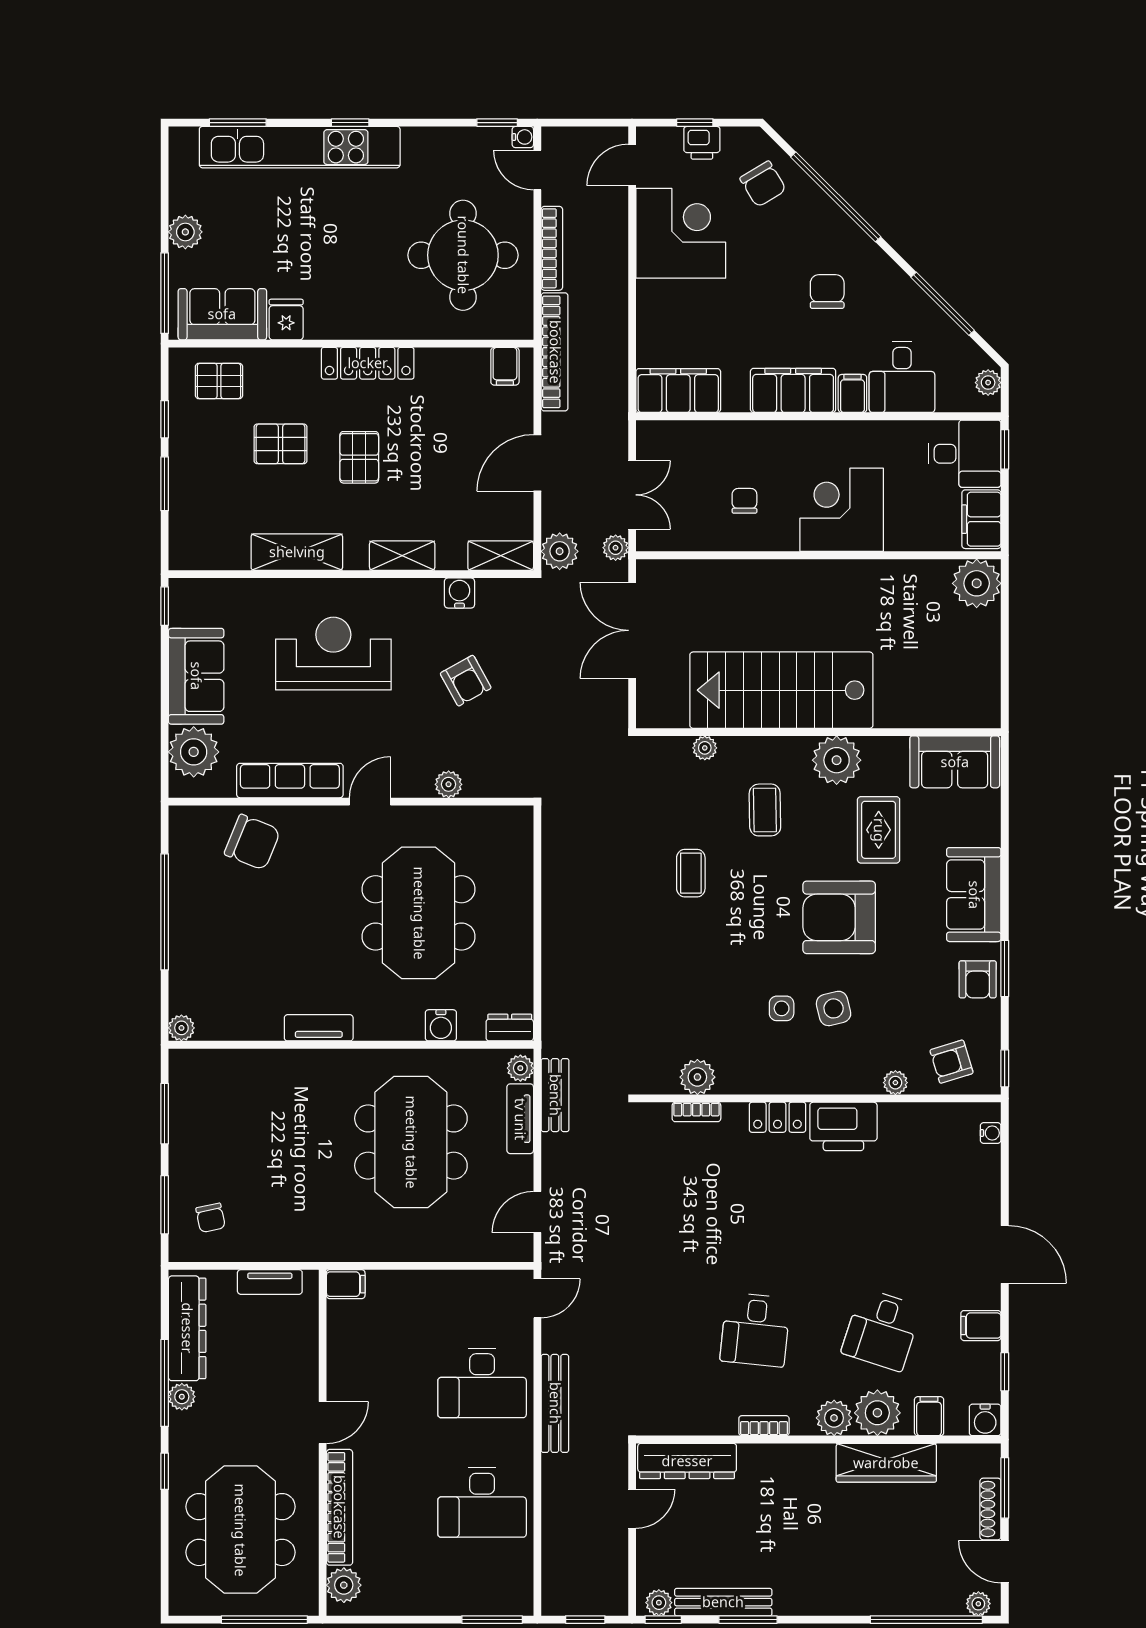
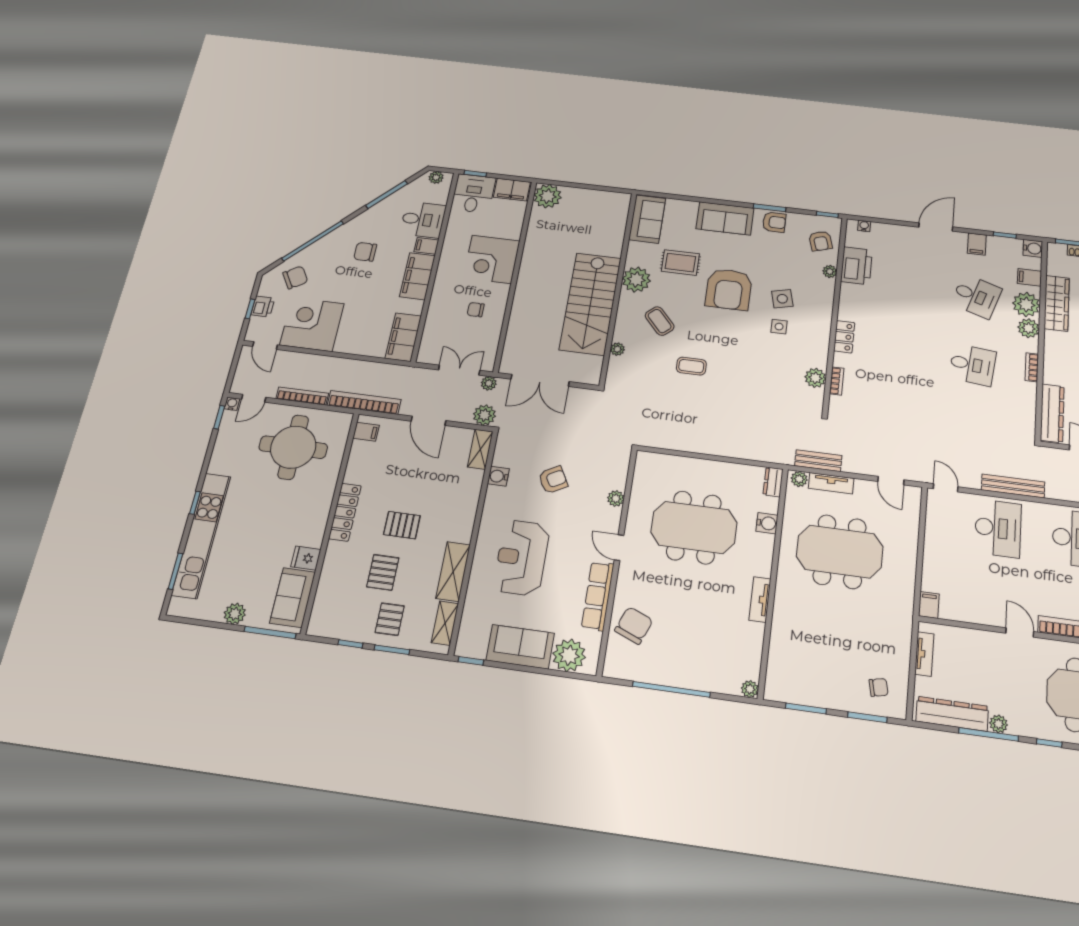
pallet: (219, 381) -> (390, 619), moved
shelving: (402, 556) -> (445, 623), moved
coffee table: (765, 810) -> (660, 321), turned 49
printer: (843, 1126) -> (856, 266), moved

